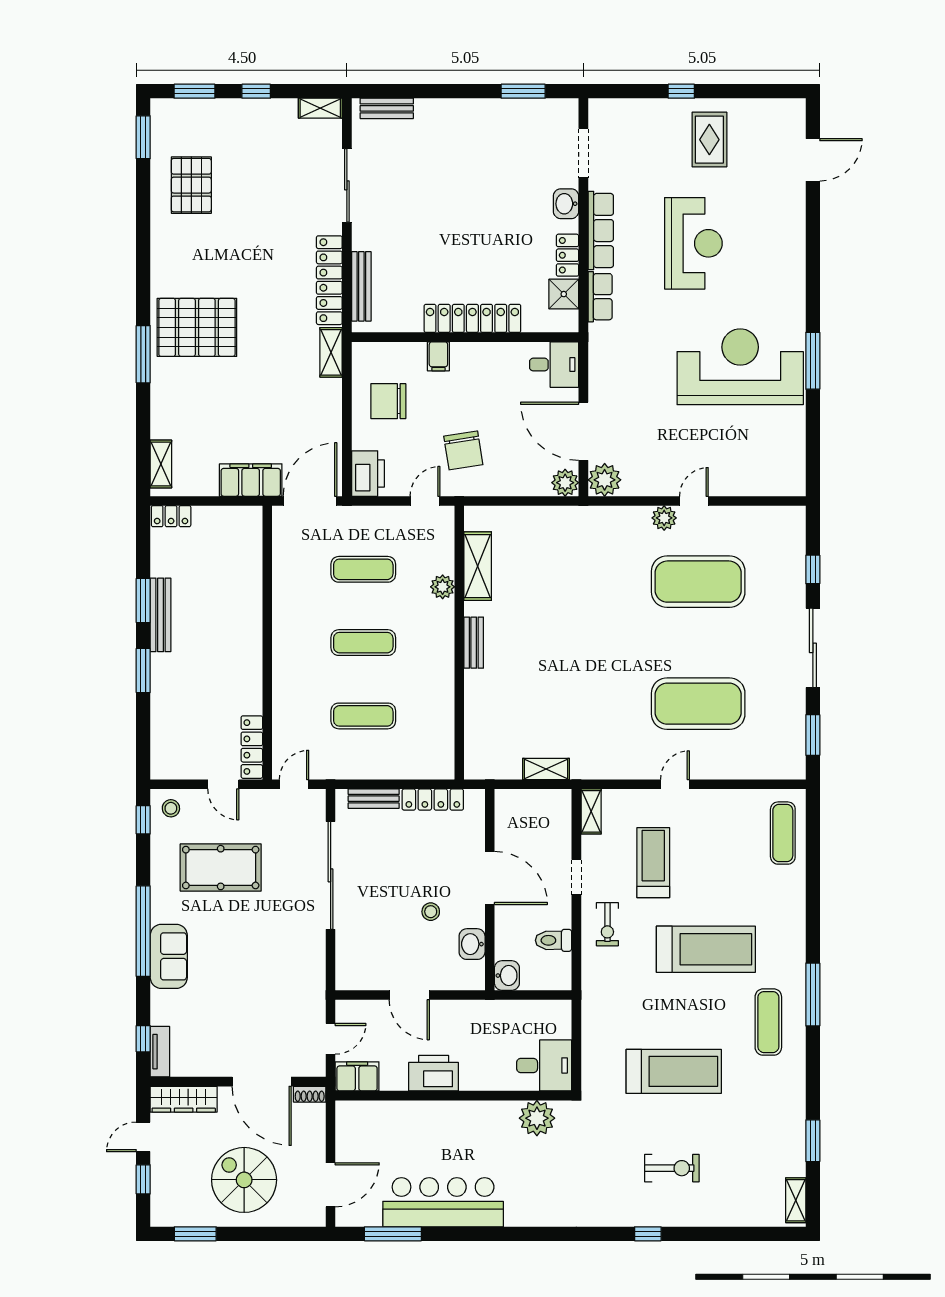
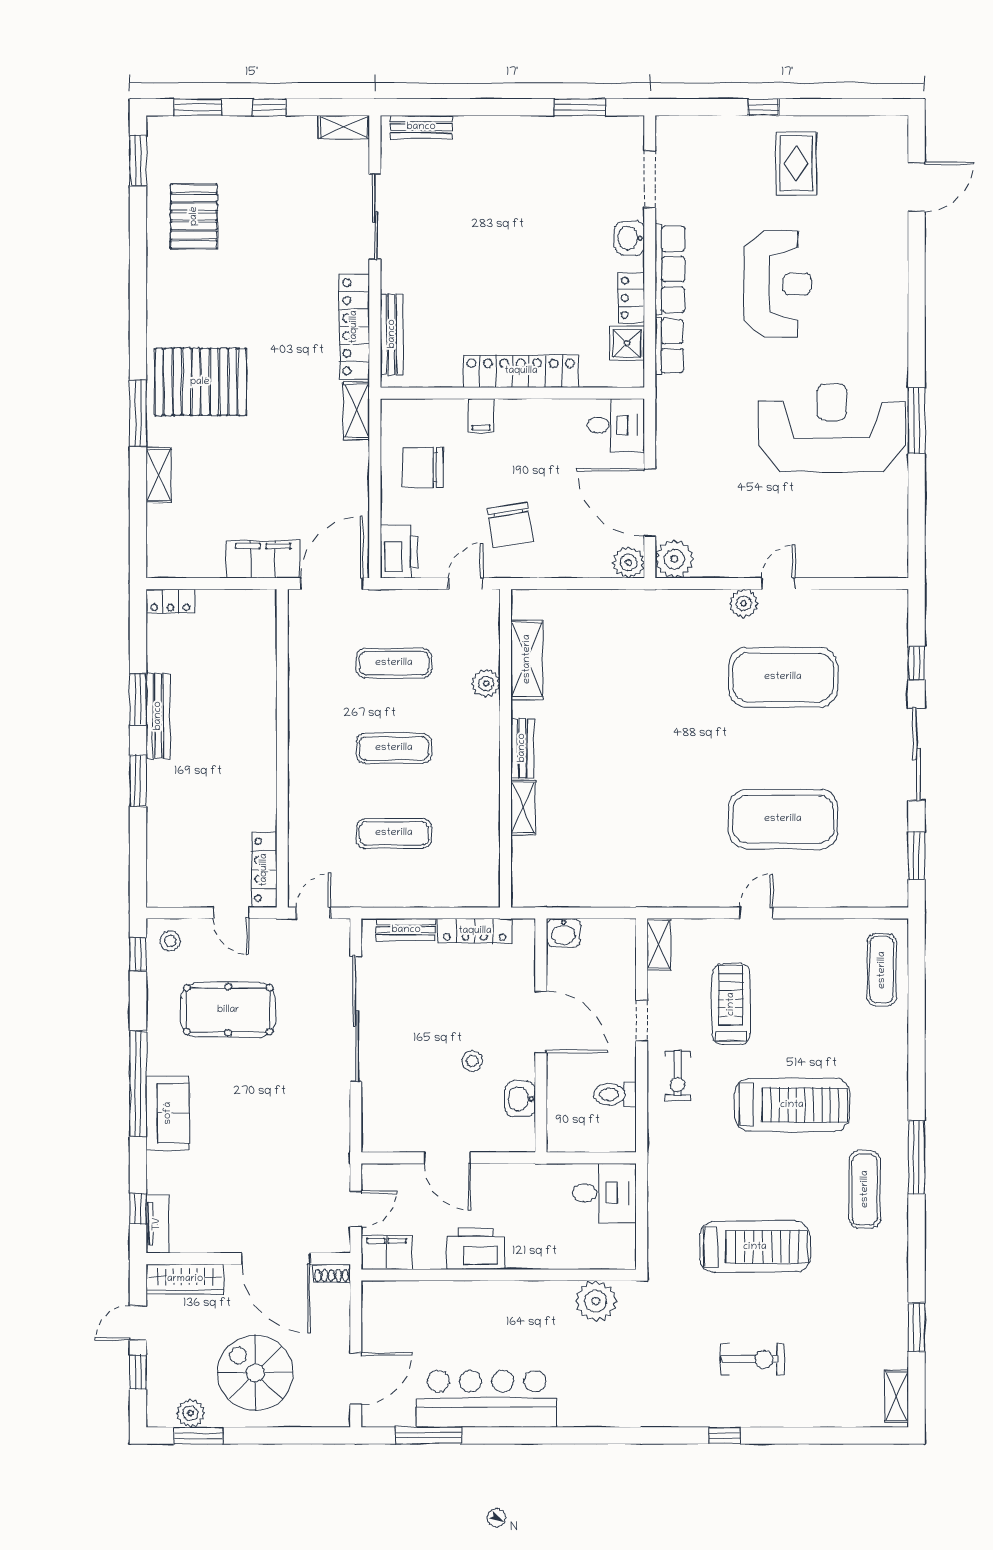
shelving: (161, 464) -> (159, 475), moved
shelving: (546, 769) -> (523, 807), moved, turned 90
washbasin: (507, 976) -> (563, 933), moved, turned 90
desk: (544, 1065) -> (604, 1193), moved
plant: (188, 1215) -> (190, 1413), added

